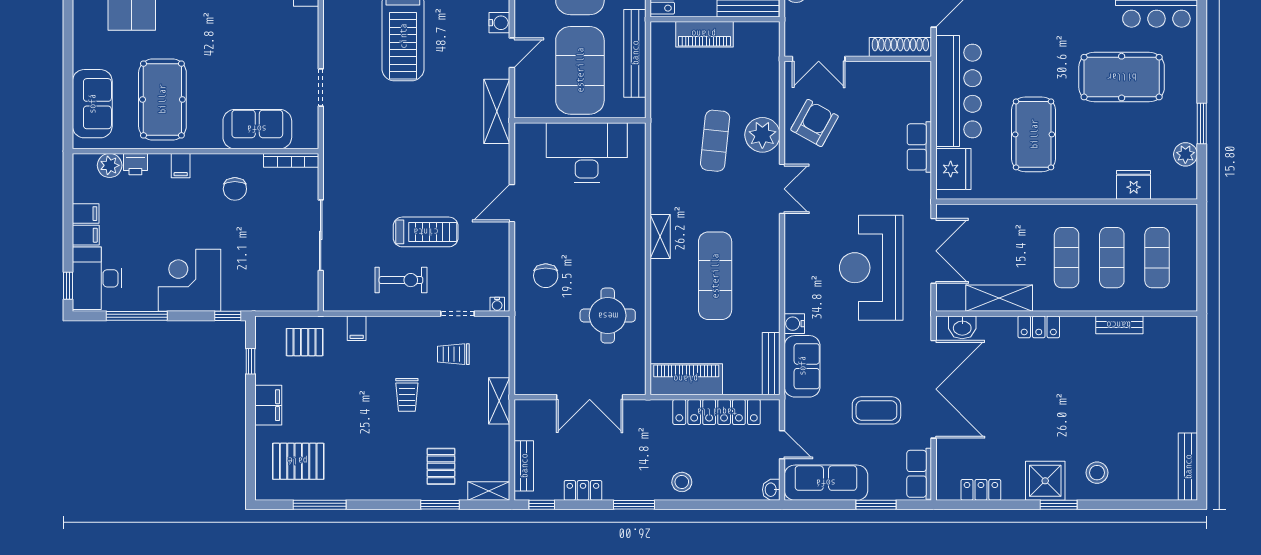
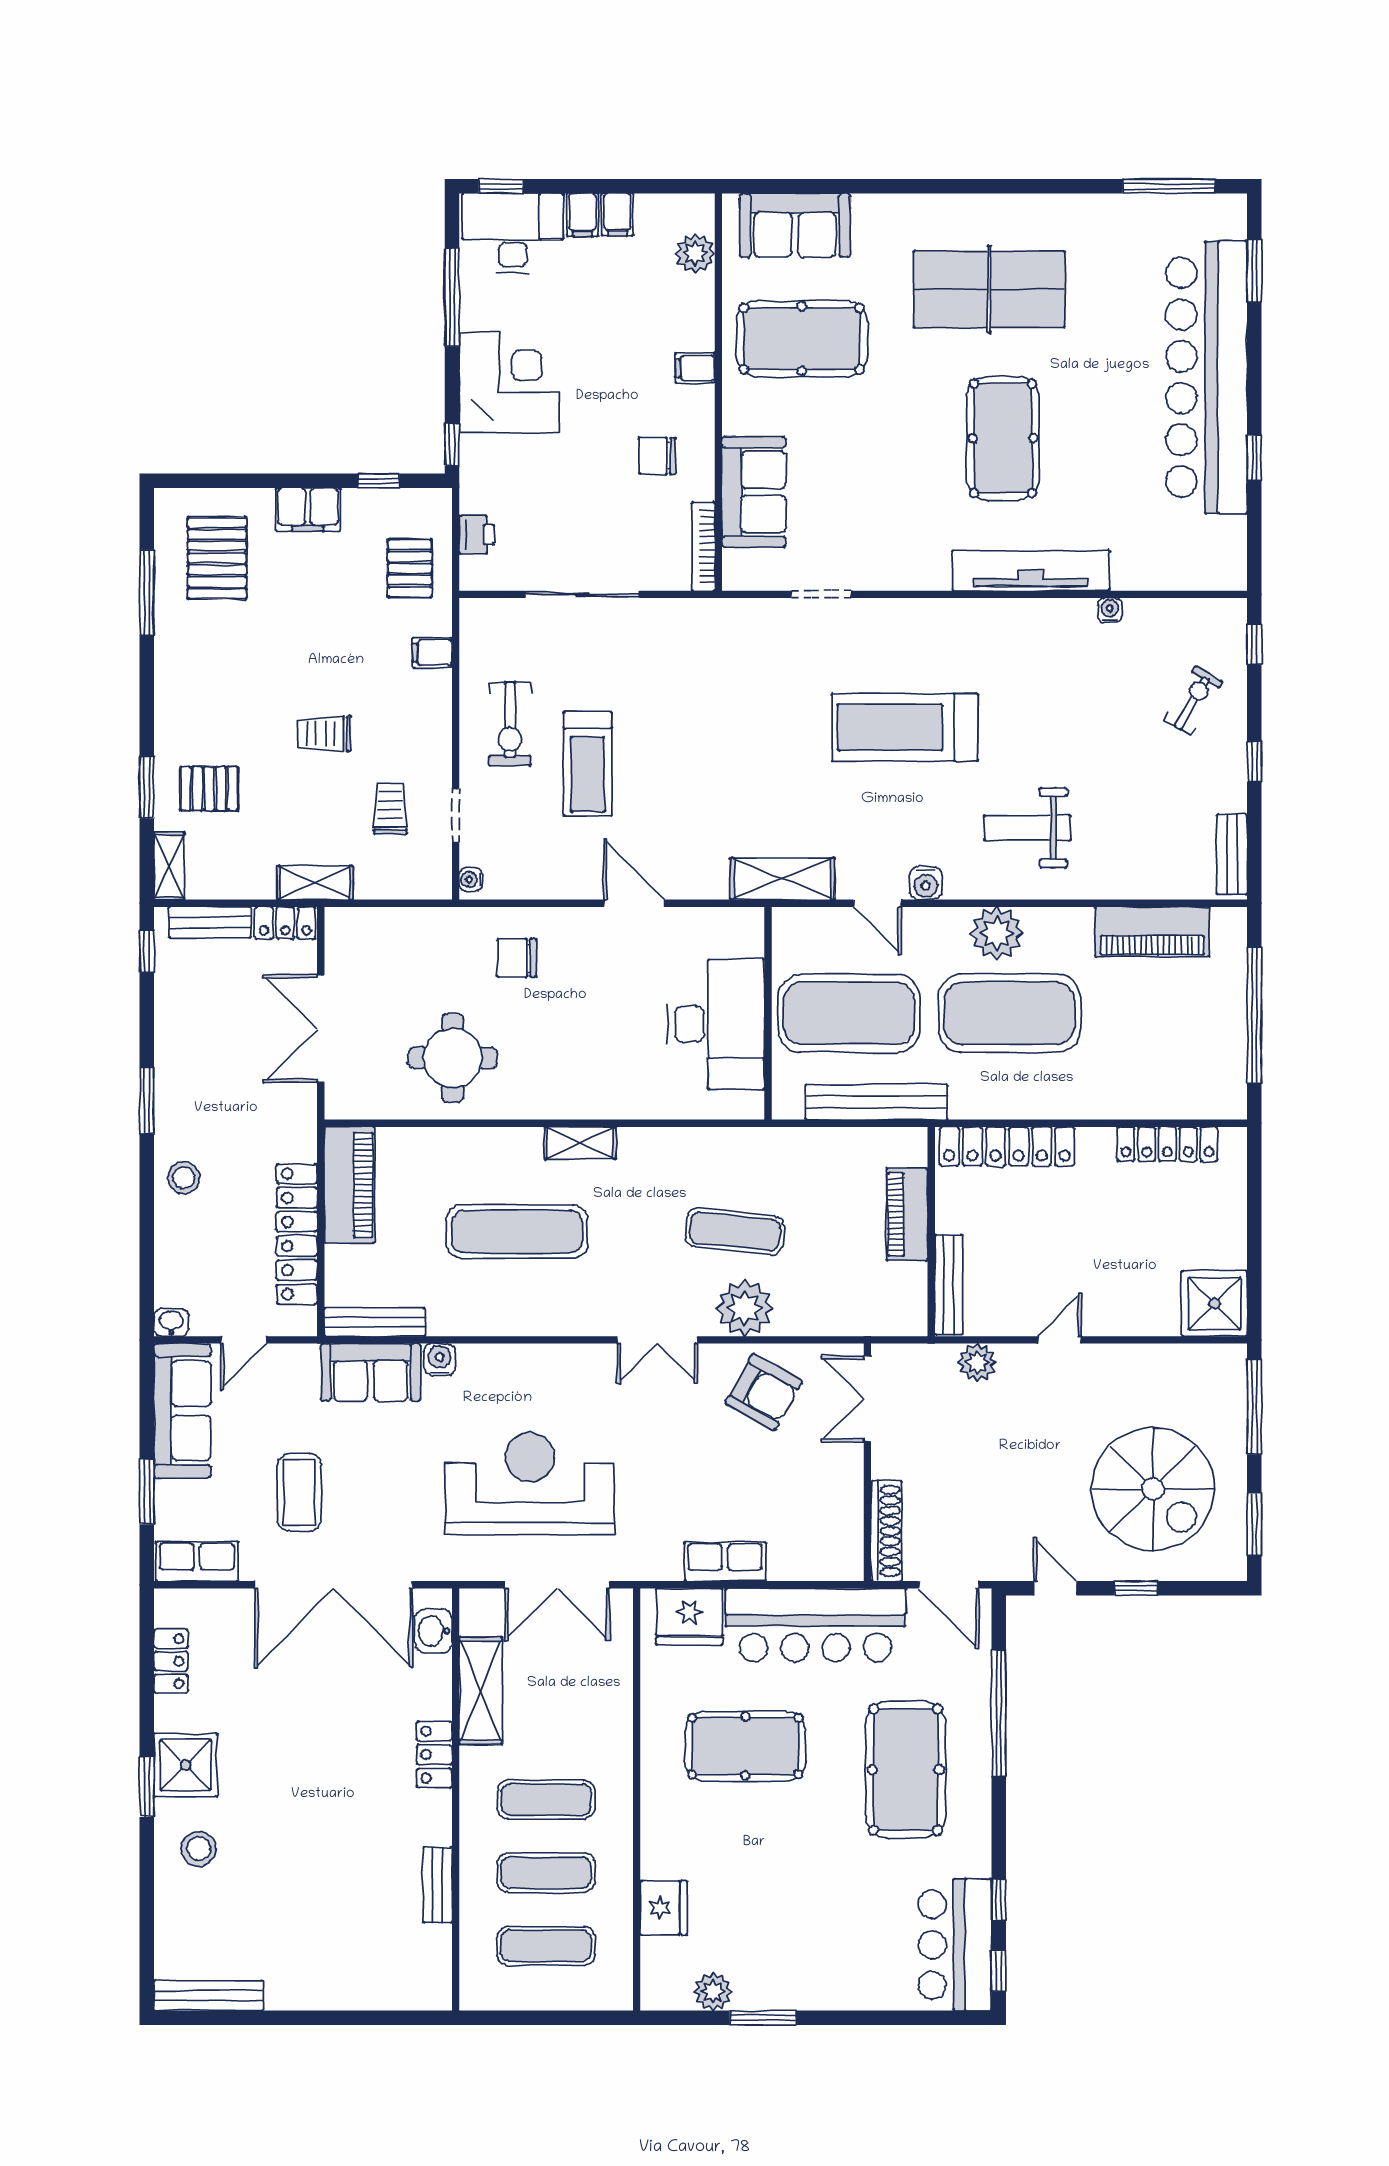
pool table: (1122, 77) -> (906, 1770), moved
printer: (135, 164) -> (477, 535), moved, turned 180
locker: (583, 490) -> (285, 923), moved, turned 90

